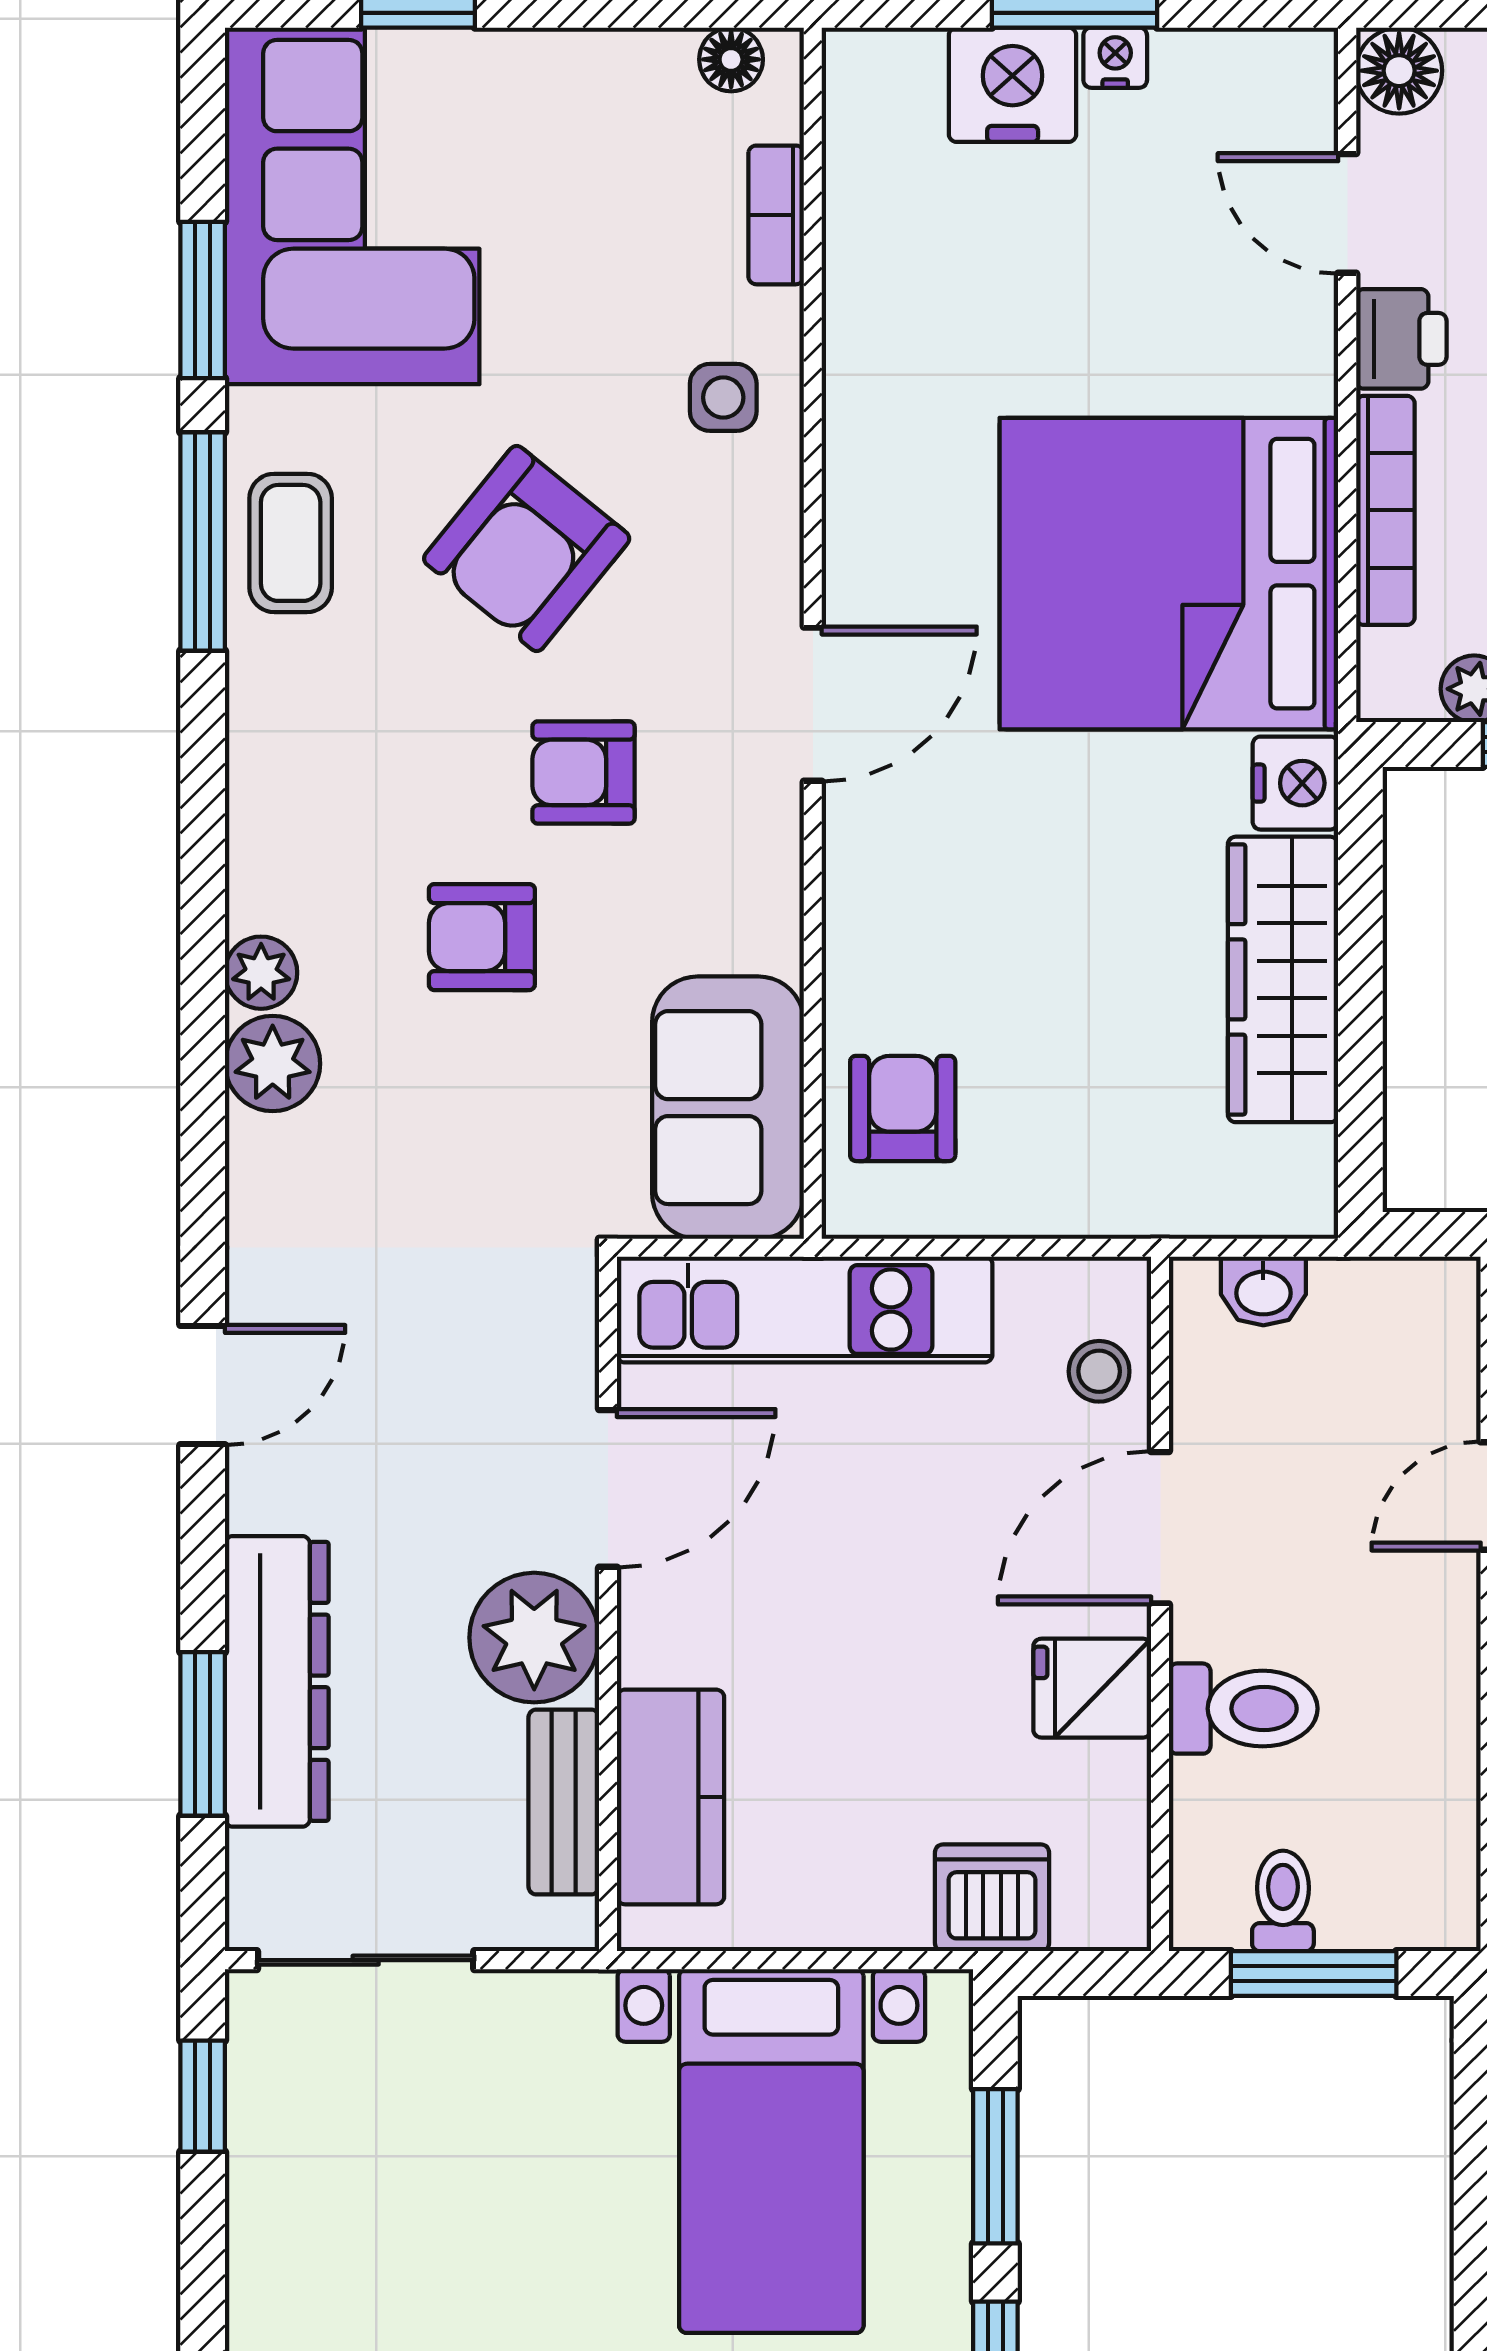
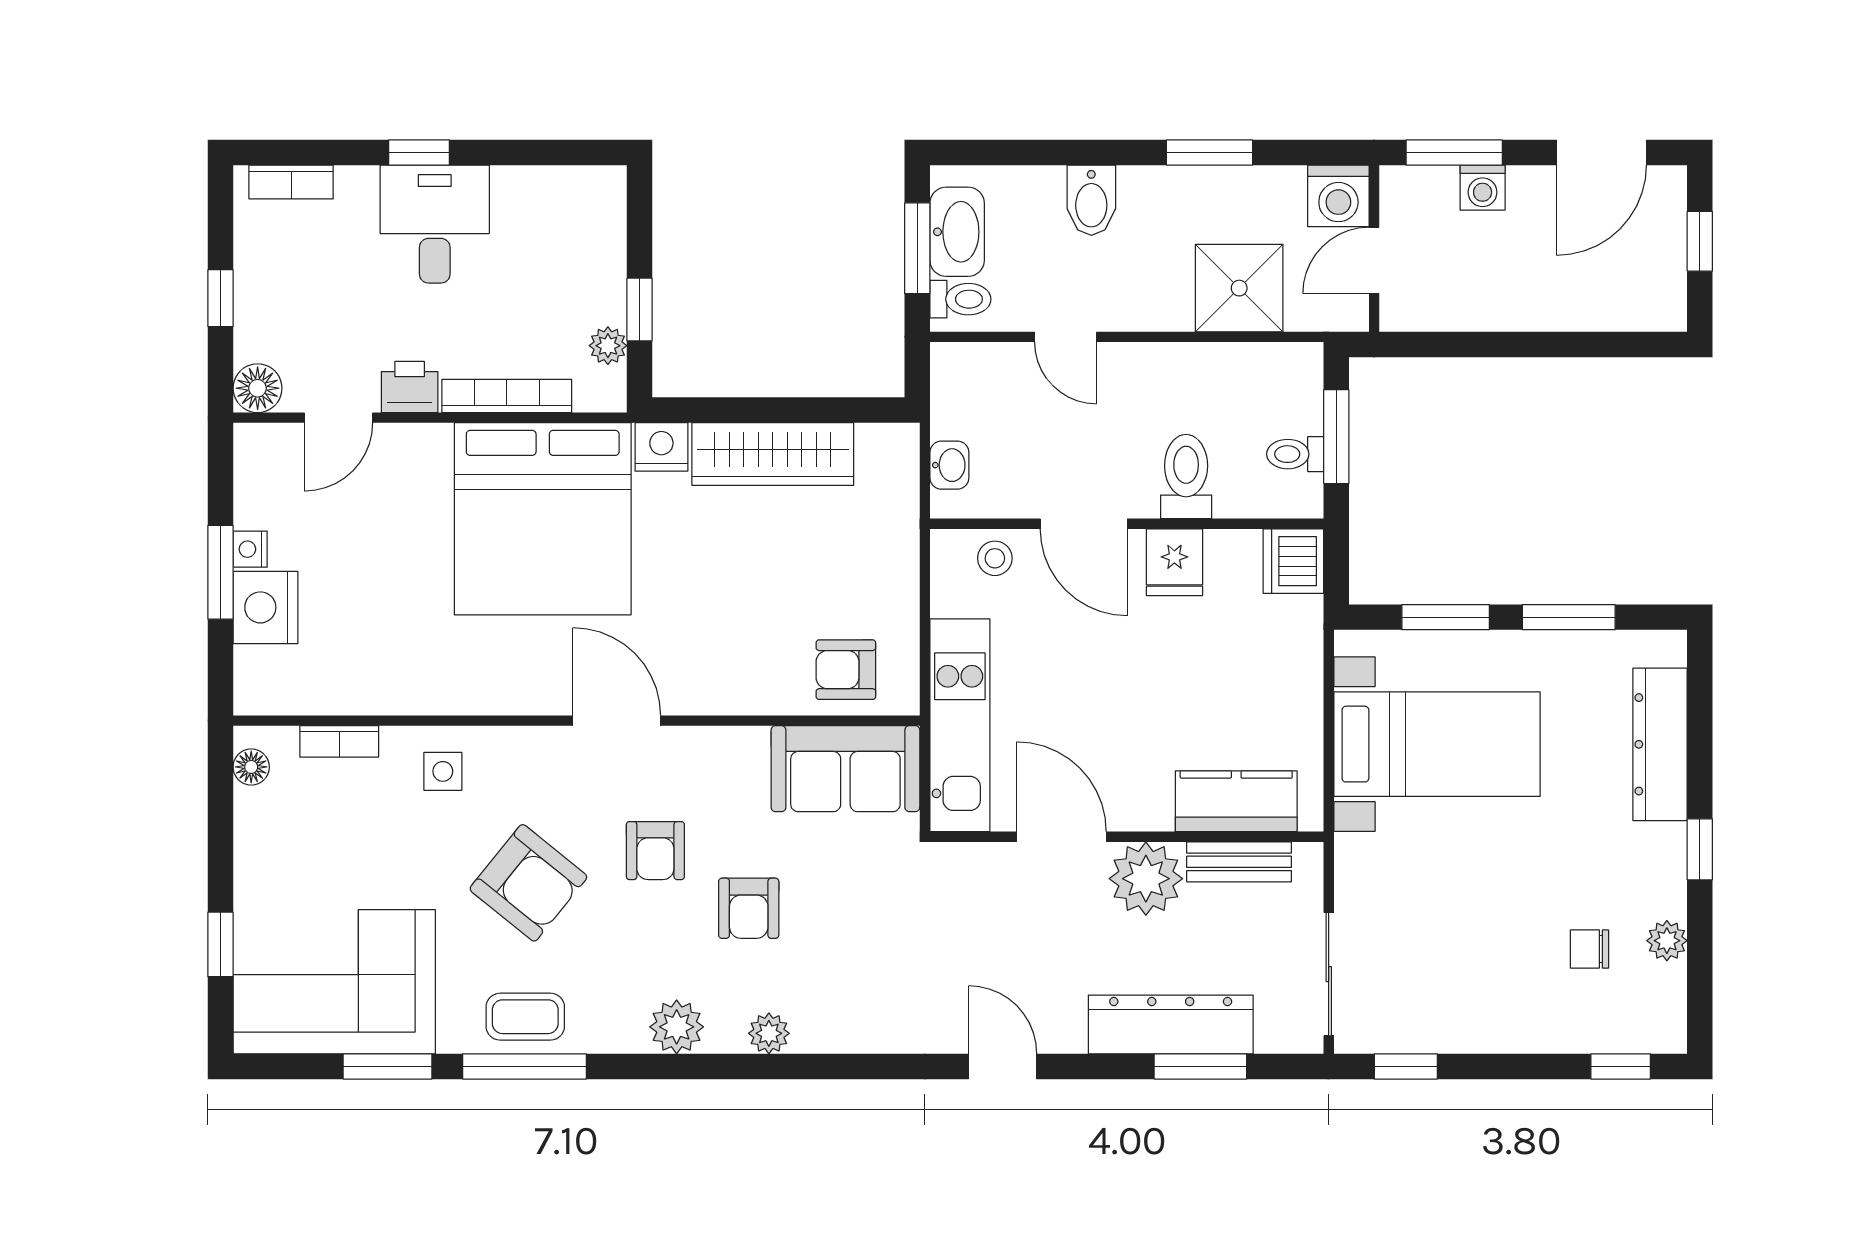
plant: (273, 1064) -> (677, 1027), moved
dishwasher: (992, 1898) -> (1293, 561), moved

